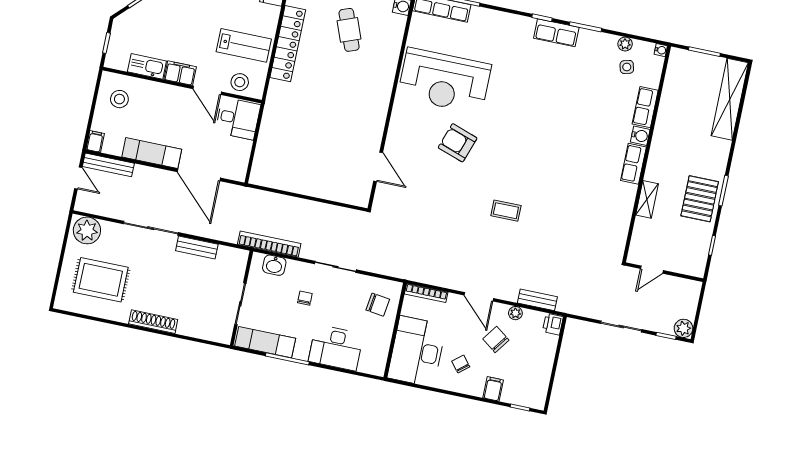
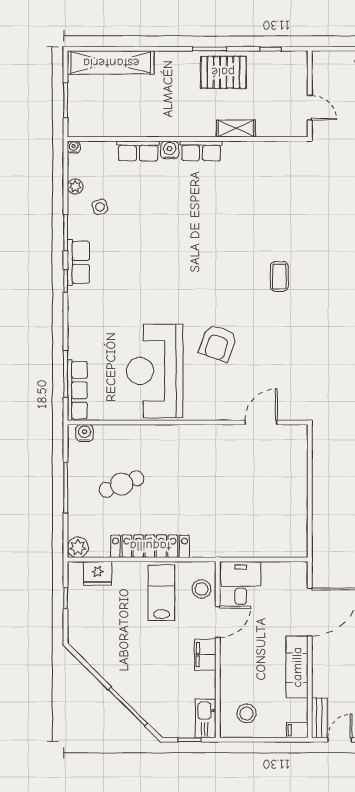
kitchen sink: (147, 66) -> (205, 718), moved
side table: (627, 67) -> (100, 207), moved
reception desk: (444, 81) -> (155, 371), turned 180
bench: (108, 165) -> (319, 718), width x0.73

